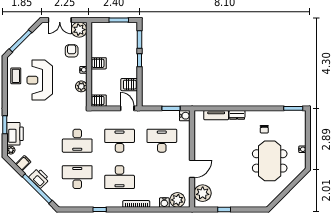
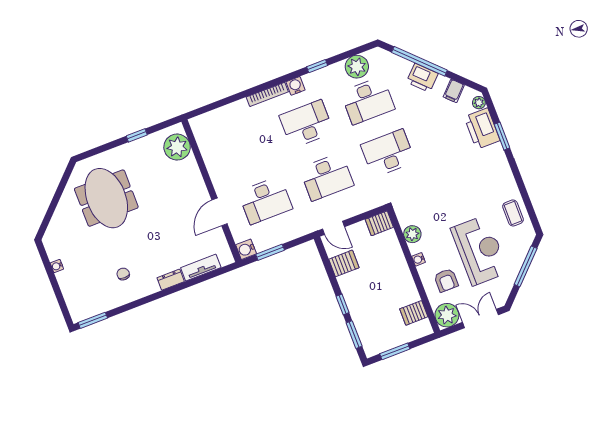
server rack: (99, 63) -> (414, 313), moved
reception desk: (40, 80) -> (480, 250), moved
meeting table: (270, 161) -> (106, 198), moved
door: (192, 169) -> (219, 212), moved
plant: (177, 200) -> (357, 67), moved
water cooler: (164, 203) -> (296, 86), moved

